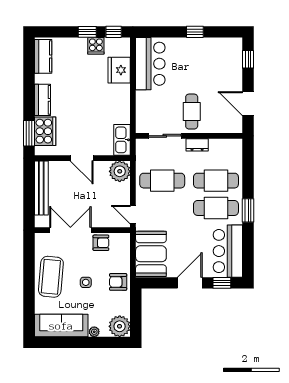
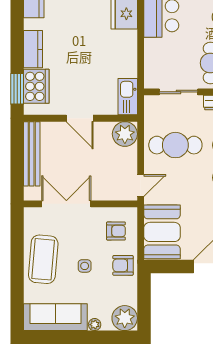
door: (133, 215) -> (141, 185), swing flipped
armchair: (101, 243) -> (116, 231), moved

